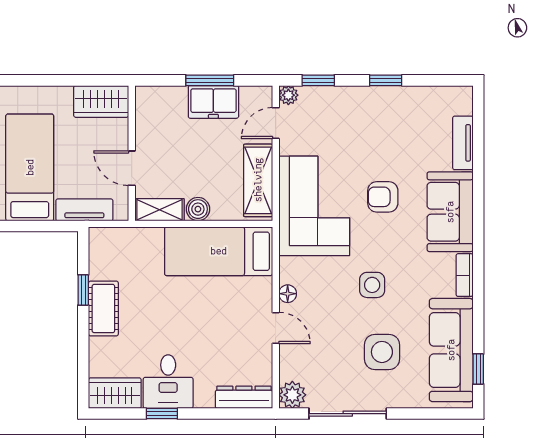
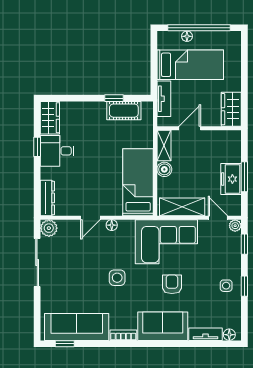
floor lamp: (464, 105) -> (229, 335), added
cot: (103, 309) -> (124, 111), moved
side table: (382, 352) -> (226, 286), moved, width x0.54, depth x0.54

